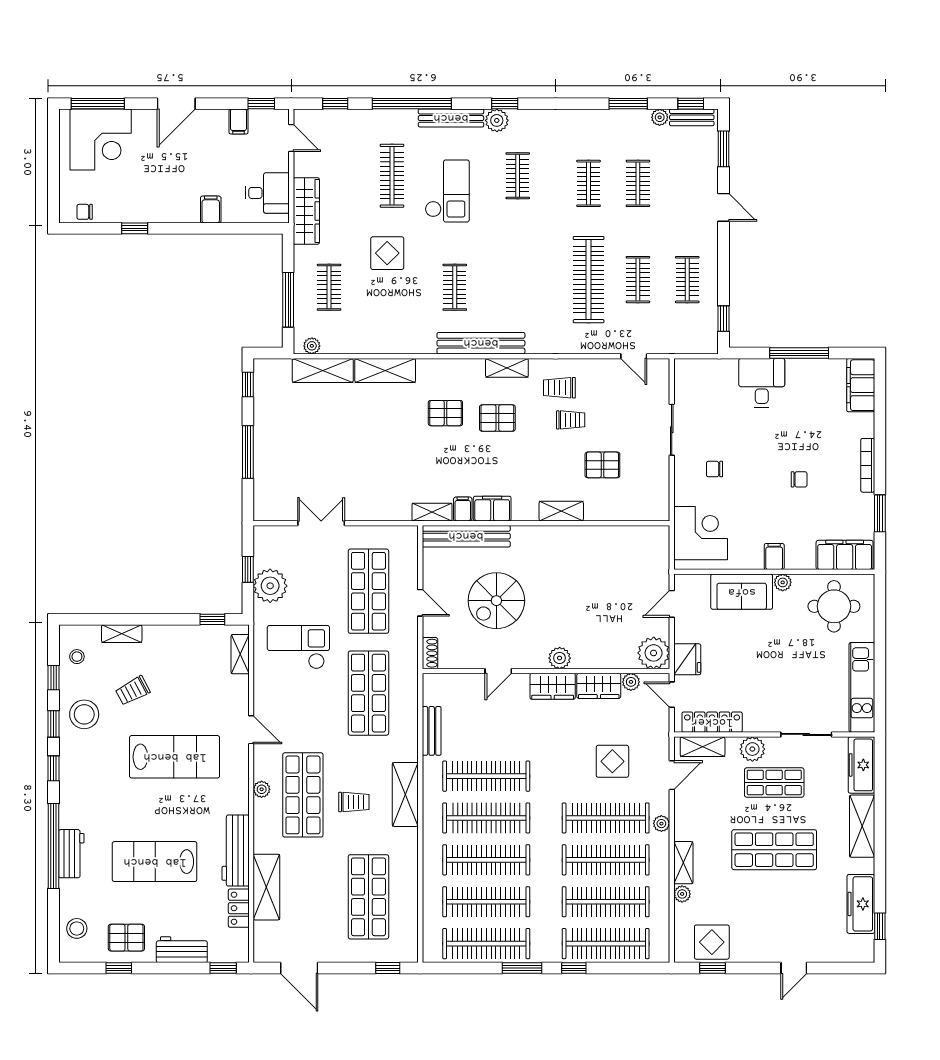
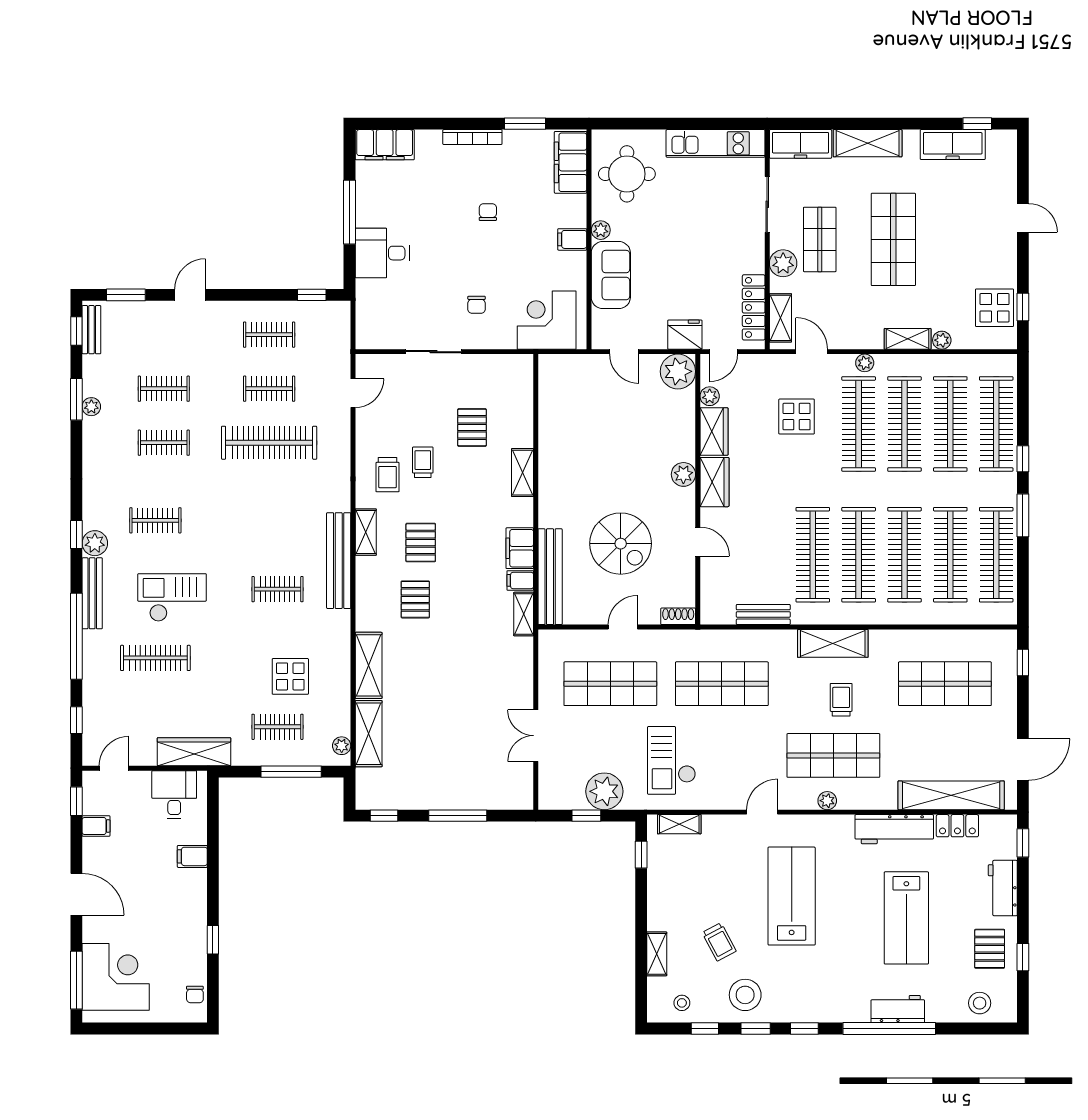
plant: (660, 117) -> (91, 407), moved
display table: (387, 253) -> (290, 676), moved
shelving: (266, 887) -> (951, 795), width x1.47

